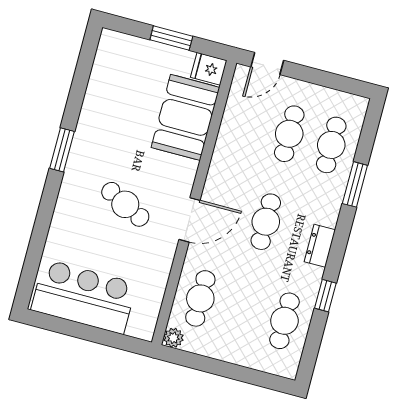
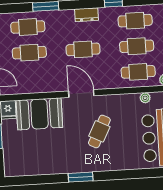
door: (190, 220) -> (81, 93), moved
plant: (155, 296) -> (145, 98), added
cafe table: (242, 310) -> (137, 46), added

